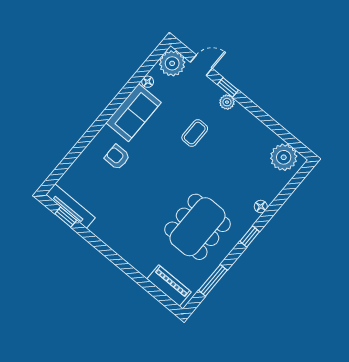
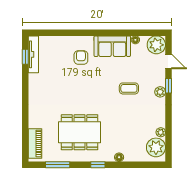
plant: (272, 138) -> (161, 132), added

